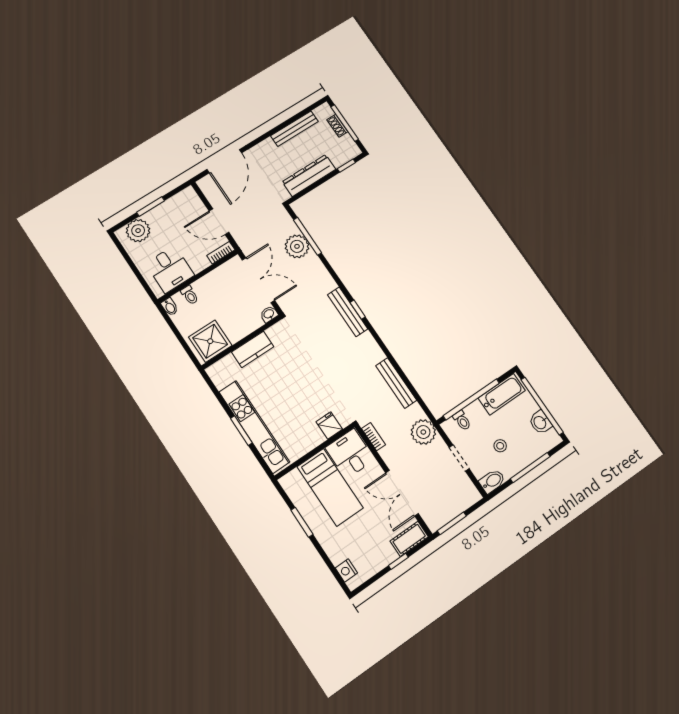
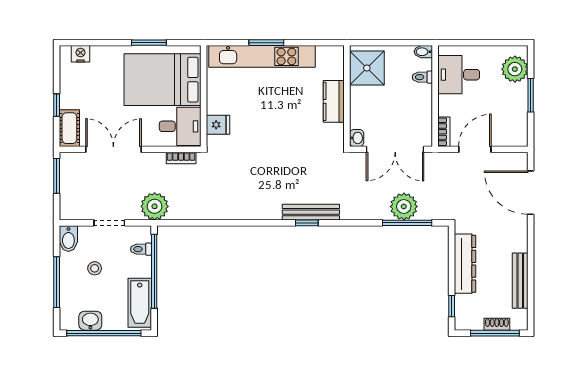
bench: (396, 383) -> (215, 212), removed
bed: (330, 487) -> (162, 80), width x1.50

